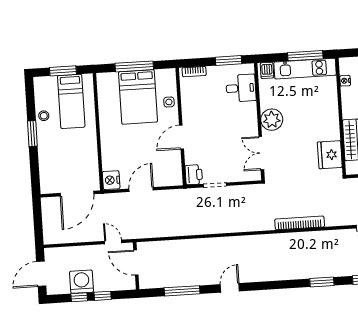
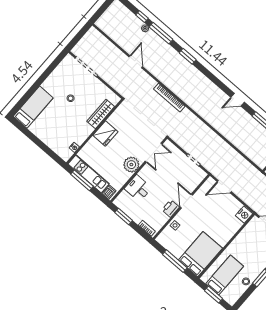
desk: (241, 88) -> (138, 188), moved
bed: (138, 97) -> (200, 254), moved
door: (181, 137) -> (186, 201), swing flipped
fridge: (330, 155) -> (105, 133), moved
printer: (194, 175) -> (171, 208), moved
door: (141, 190) -> (224, 187), moved

